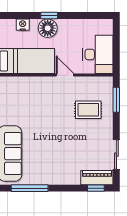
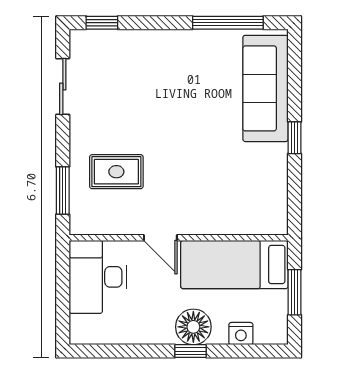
piano: (97, 178) -> (100, 43), removed

